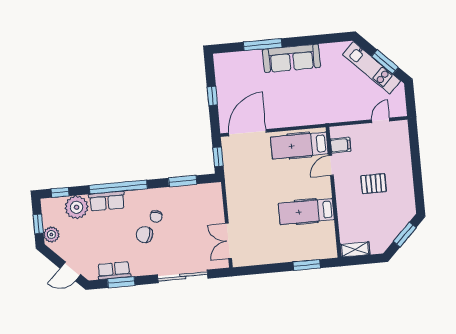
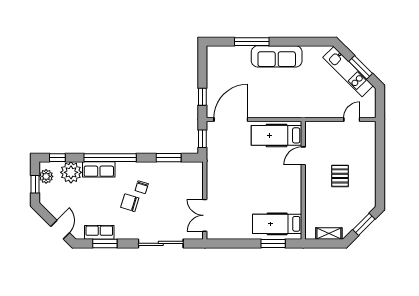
window: (212, 96) -> (202, 97), moved
filing cabinet: (341, 145) -> (314, 139), removed
pallet: (374, 184) -> (340, 176), turned 90
hospital bed: (306, 212) -> (277, 224), moved
plant: (51, 235) -> (46, 176), moved
shelving: (355, 249) -> (329, 234), moved
door: (70, 271) -> (60, 230), swing flipped

